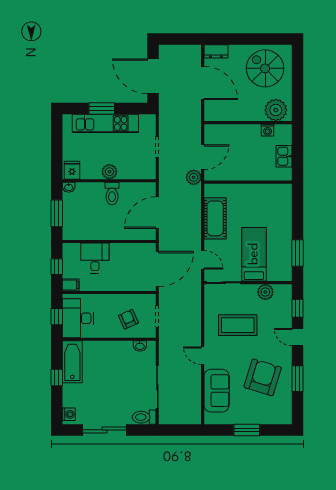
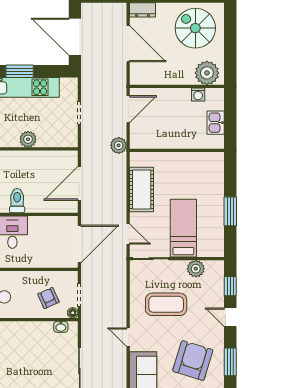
door: (203, 157) -> (128, 109), moved
toilet: (112, 194) -> (17, 201), moved, turned 180
window: (298, 253) -> (230, 211), moved
floor lamp: (151, 333) -> (73, 313), added

